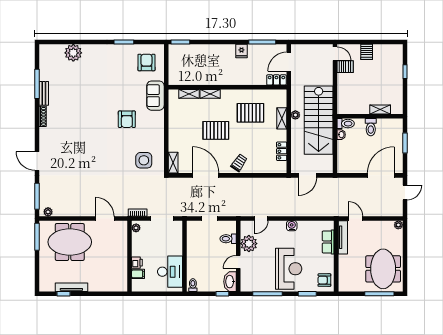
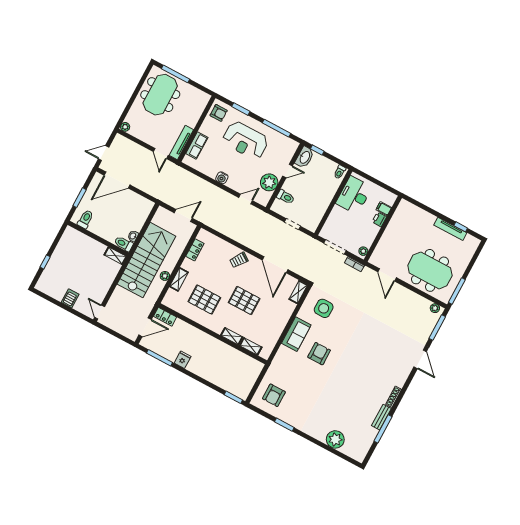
server rack: (345, 67) -> (97, 295), removed
sofa: (155, 96) -> (296, 334), moved
shelving: (380, 109) -> (115, 256), moved
toilet: (371, 127) -> (85, 219), moved
reception desk: (289, 269) -> (245, 140), turned -90

